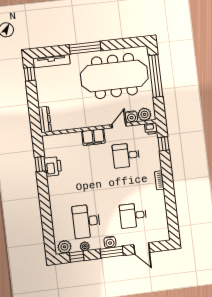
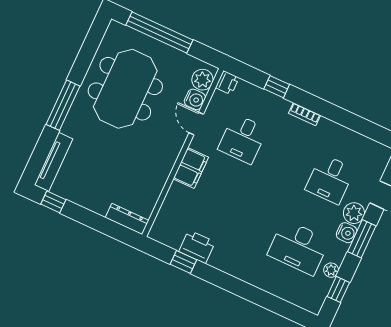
meeting table: (114, 76) -> (125, 89), width x0.73
window: (164, 144) -> (277, 87), moved
plant: (64, 247) -> (354, 213), moved

